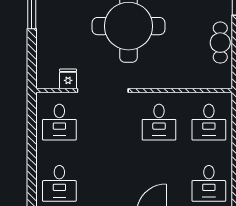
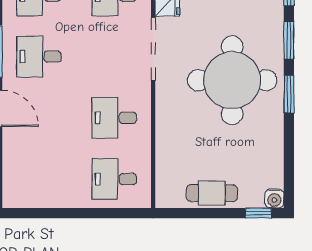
desk: (209, 183) -> (39, 57), moved

